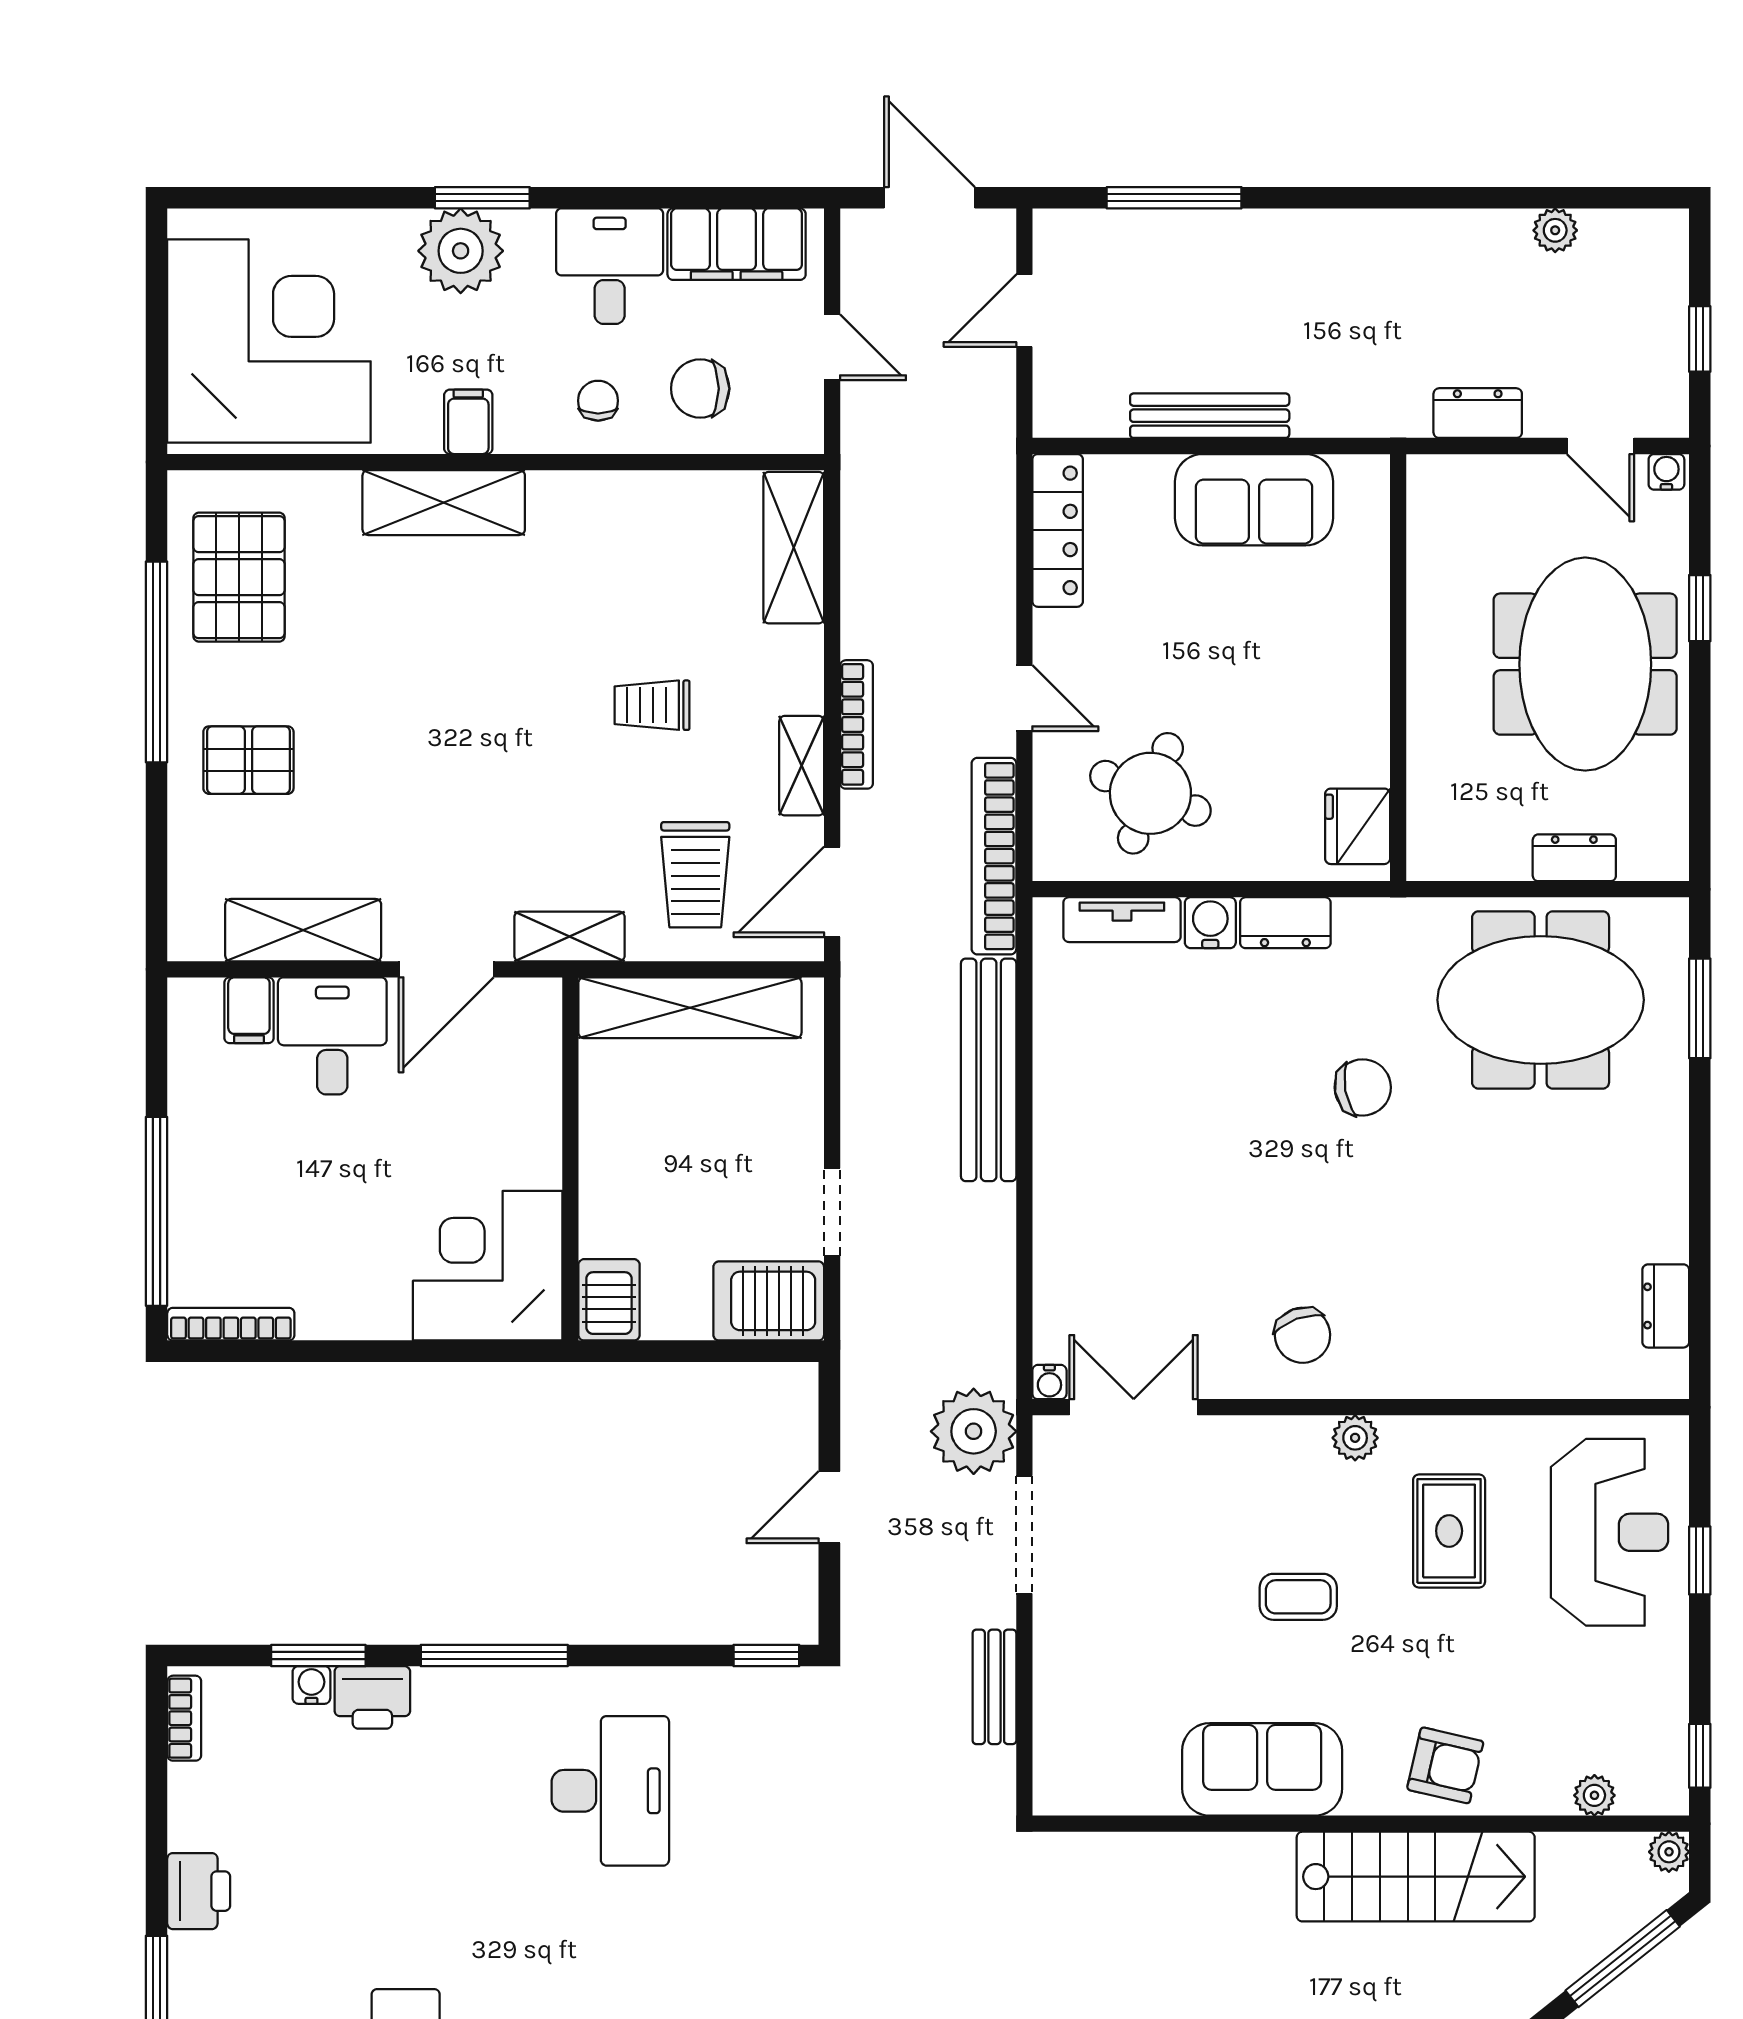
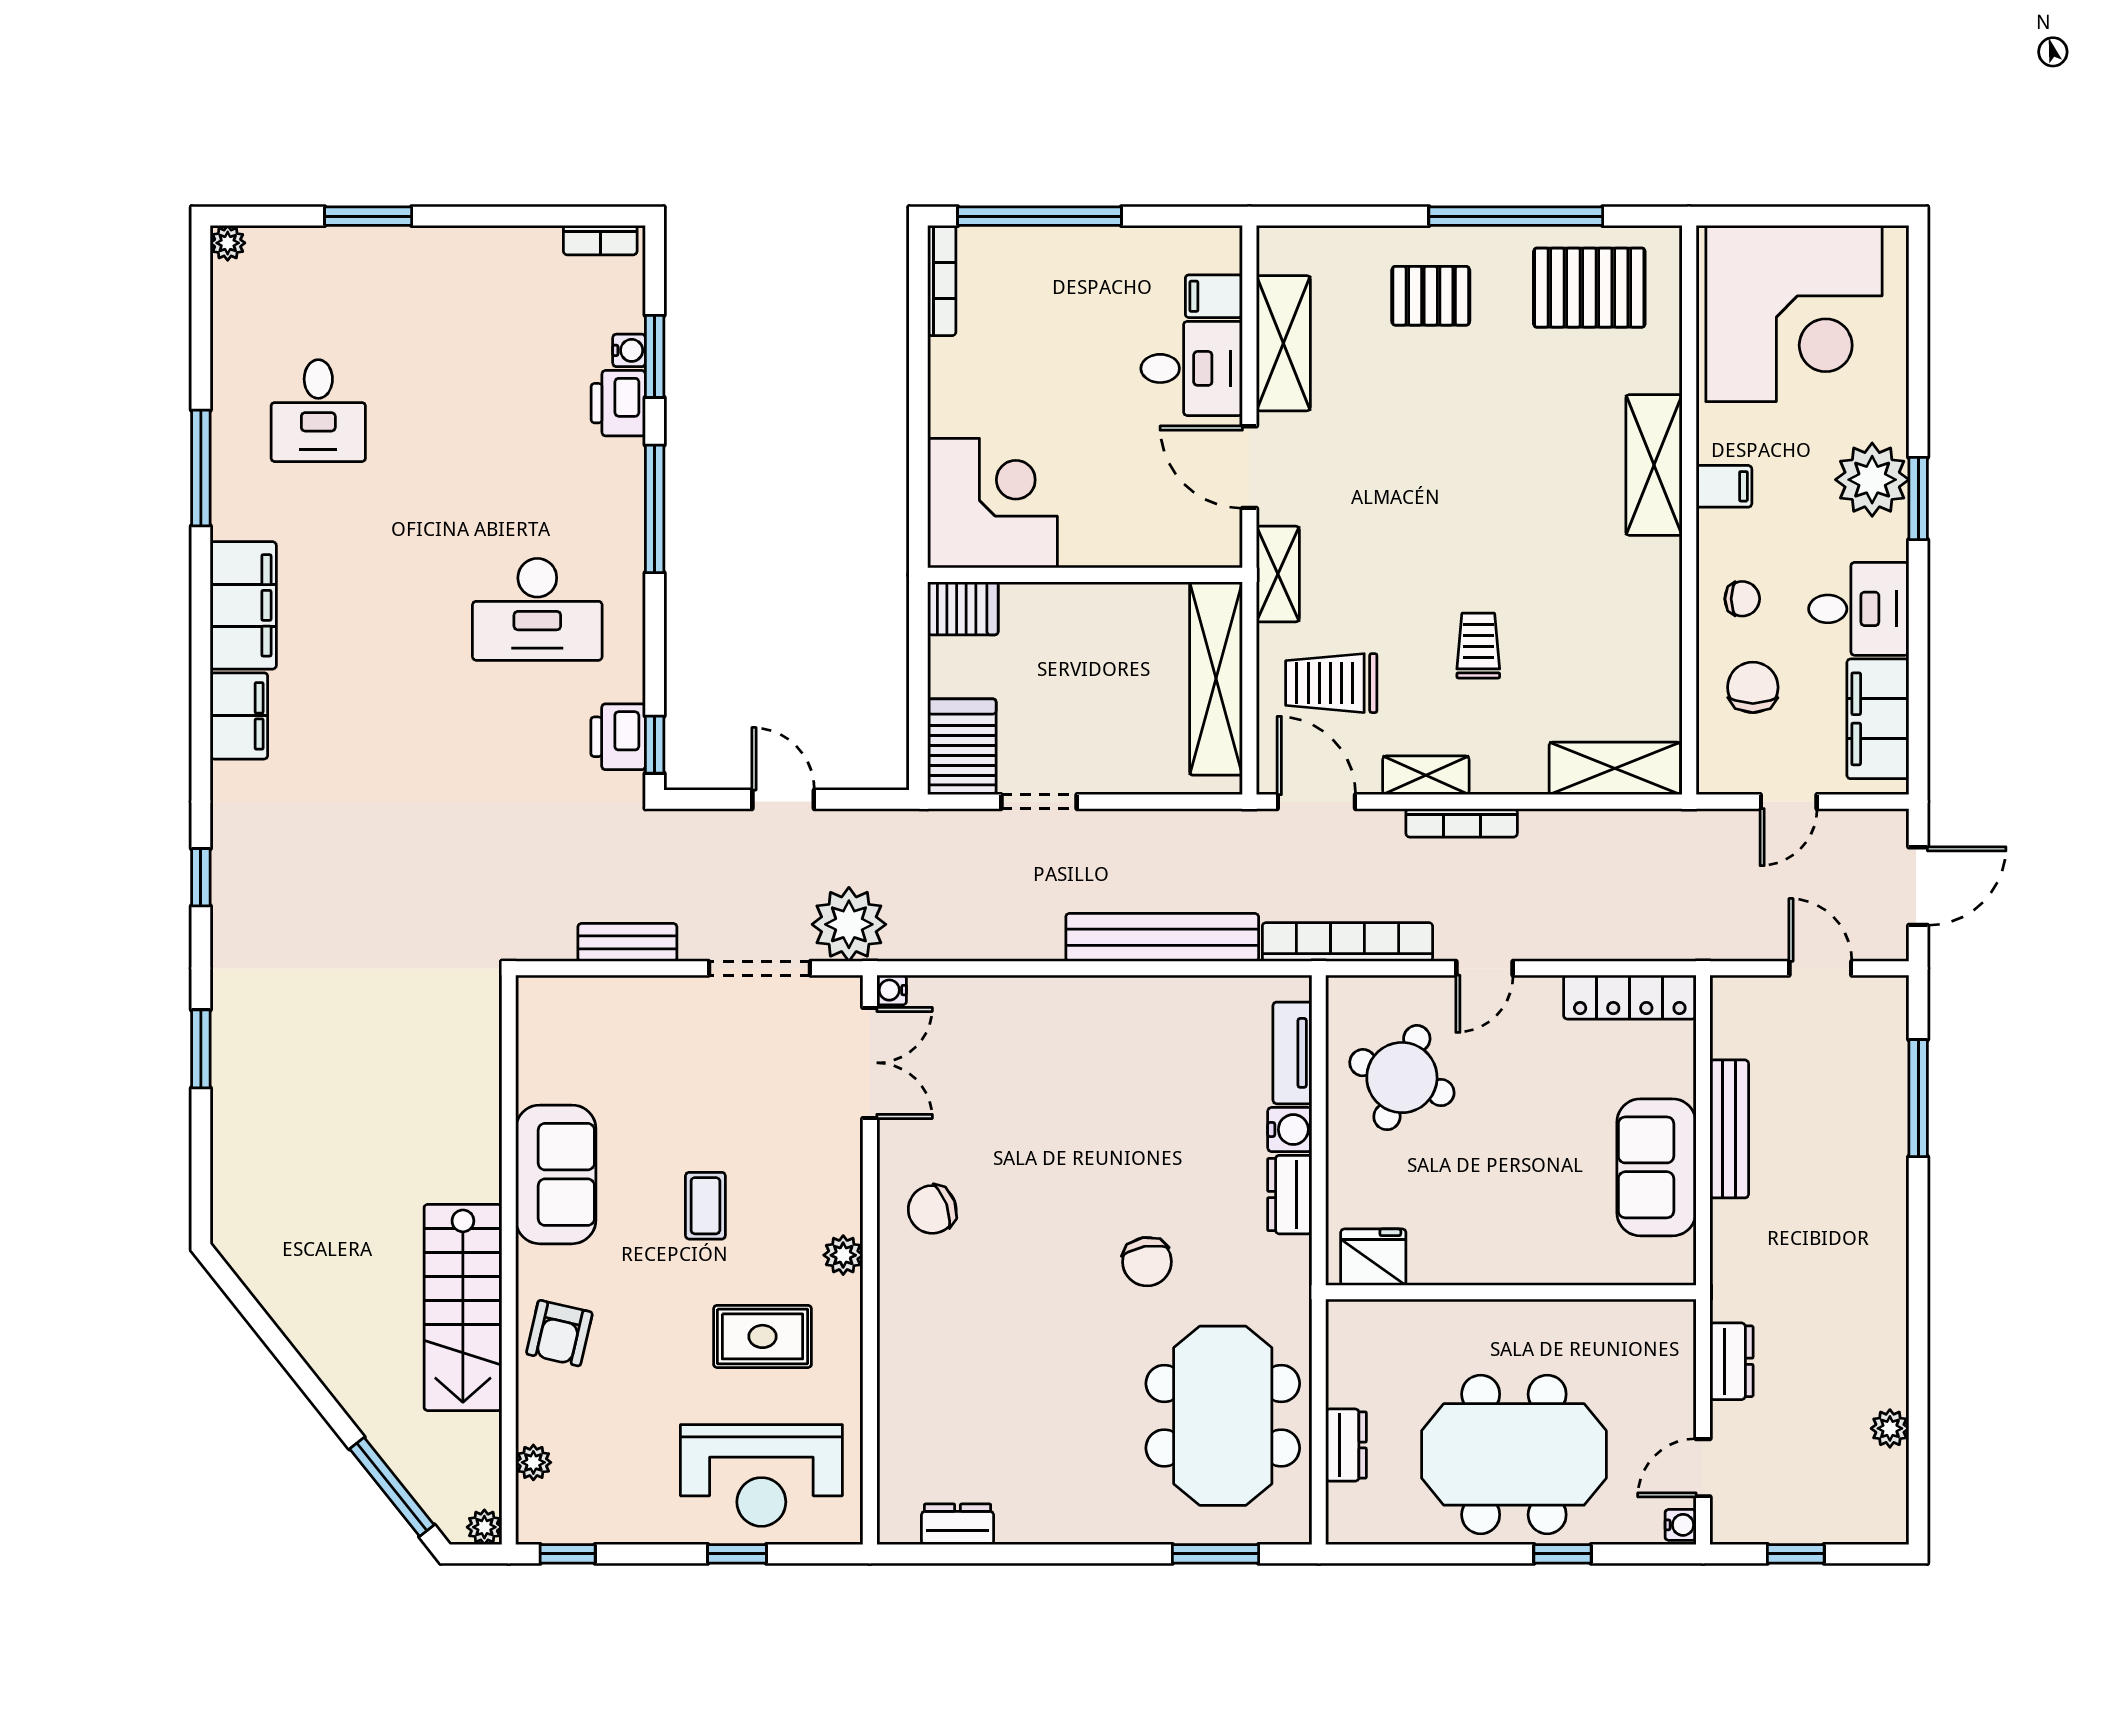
pallet: (248, 760) -> (1431, 296), turned 90
printer: (199, 1891) -> (618, 737), moved, turned 90

